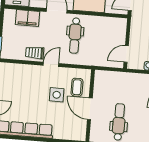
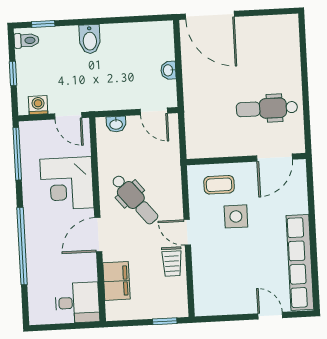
washbasin: (122, 30) -> (116, 124), added
dental chair: (75, 35) -> (135, 199), turned 51
door: (90, 109) -> (275, 158), moved

